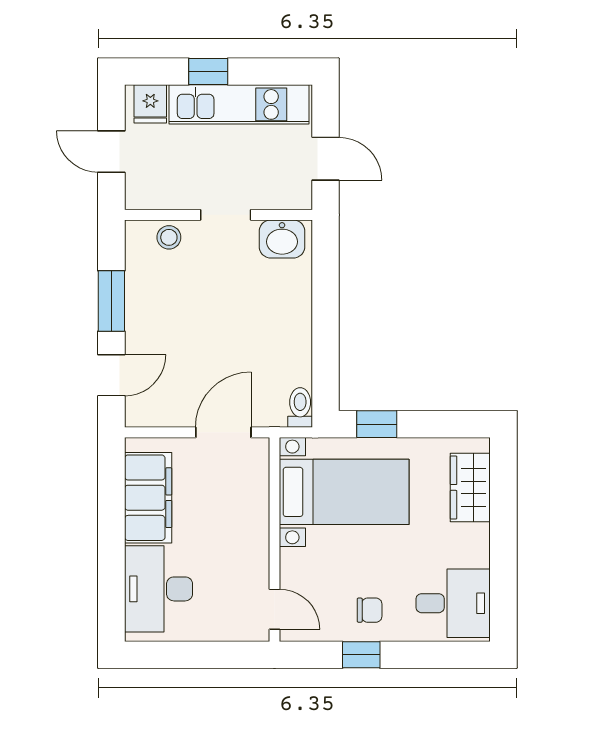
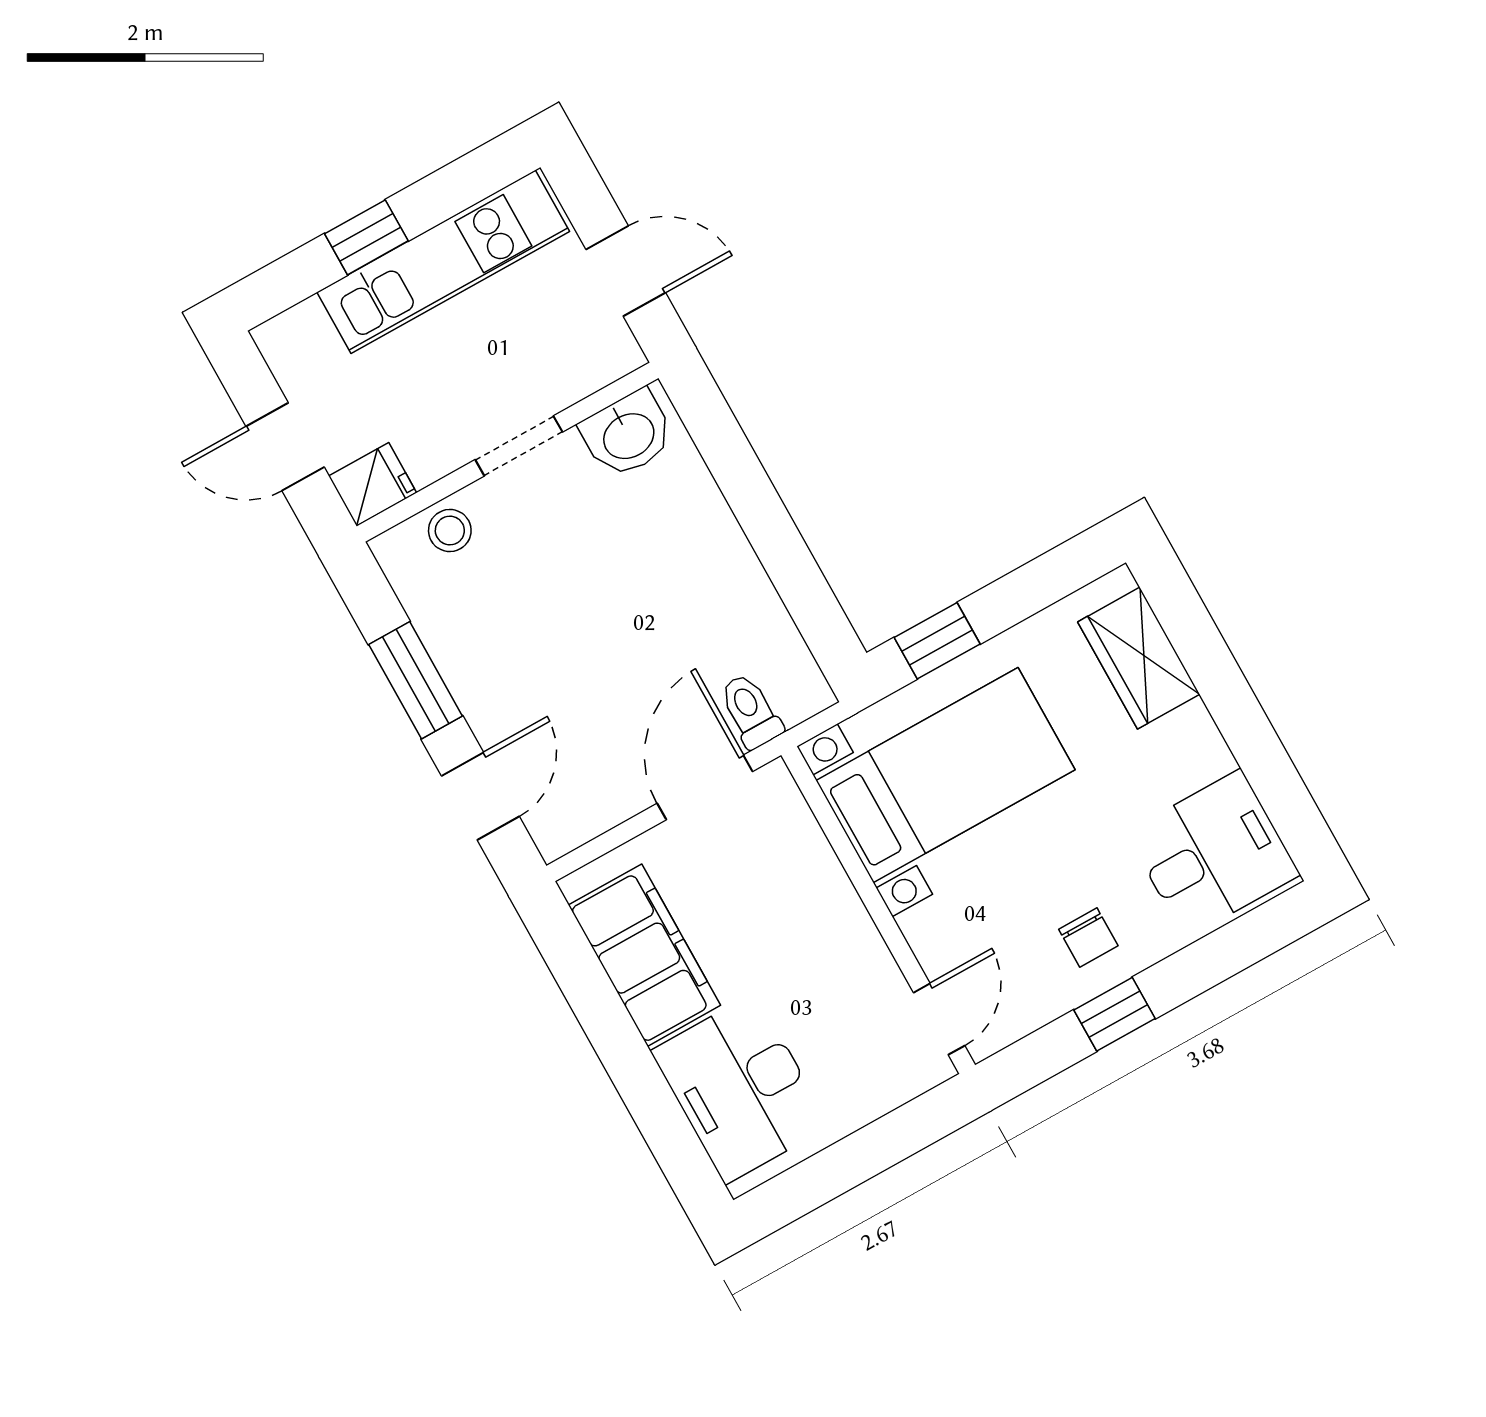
fridge: (150, 104) -> (373, 484), moved, turned -90
toilet: (300, 407) -> (751, 711), moved
door: (274, 609) -> (939, 1019), hinge flipped
chair: (370, 610) -> (1088, 937), turned 90

